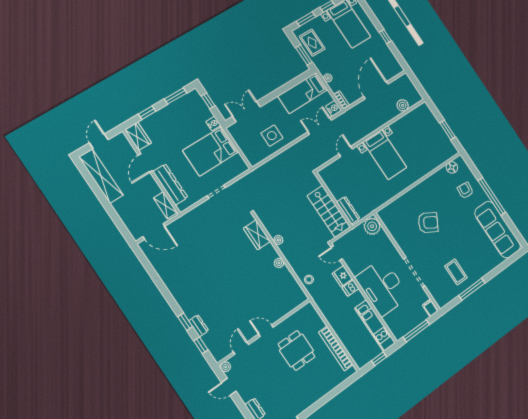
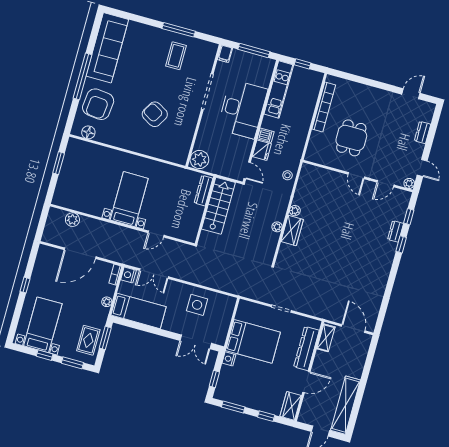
armchair: (465, 190) -> (98, 104), width x1.88, depth x1.88
wardrobe: (257, 235) -> (292, 231), moved

